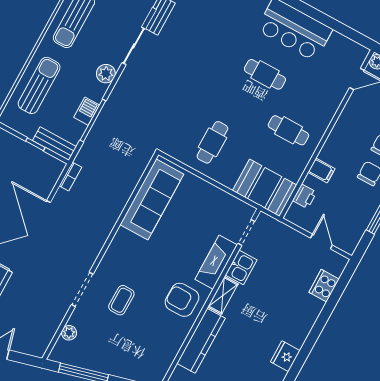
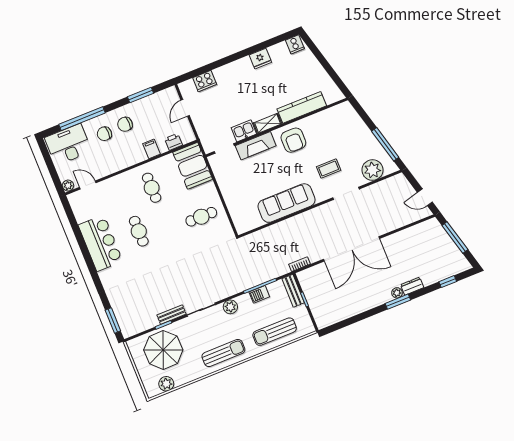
sofa: (152, 199) -> (286, 203), moved
plant: (69, 333) -> (372, 170), width x1.88, depth x1.88

